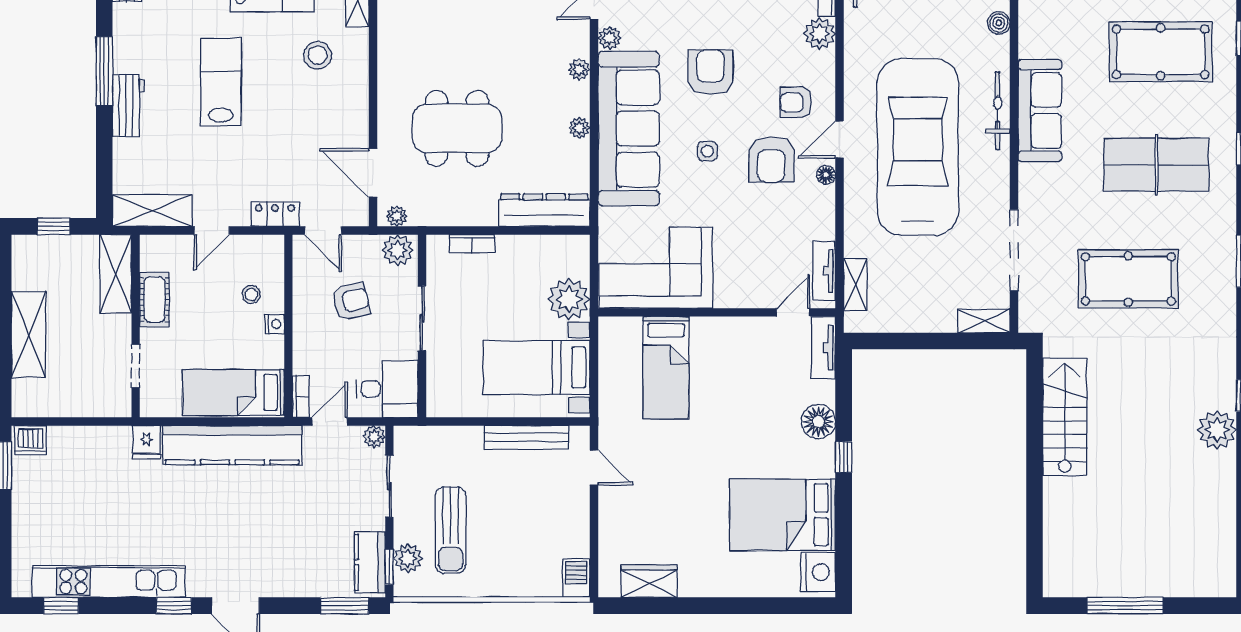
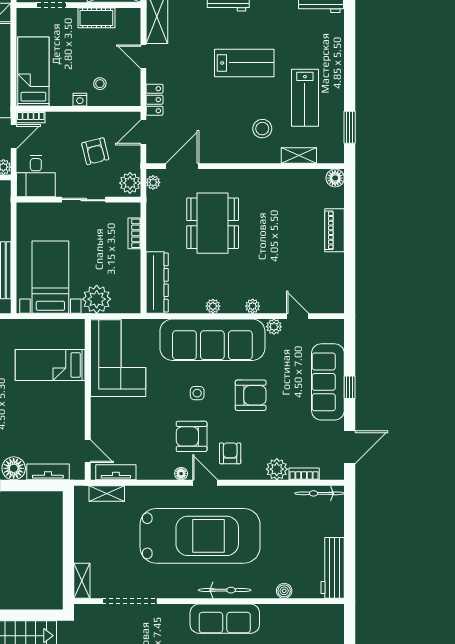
tv unit: (823, 348) -> (48, 472), moved
door: (330, 421) -> (14, 137), hinge flipped

